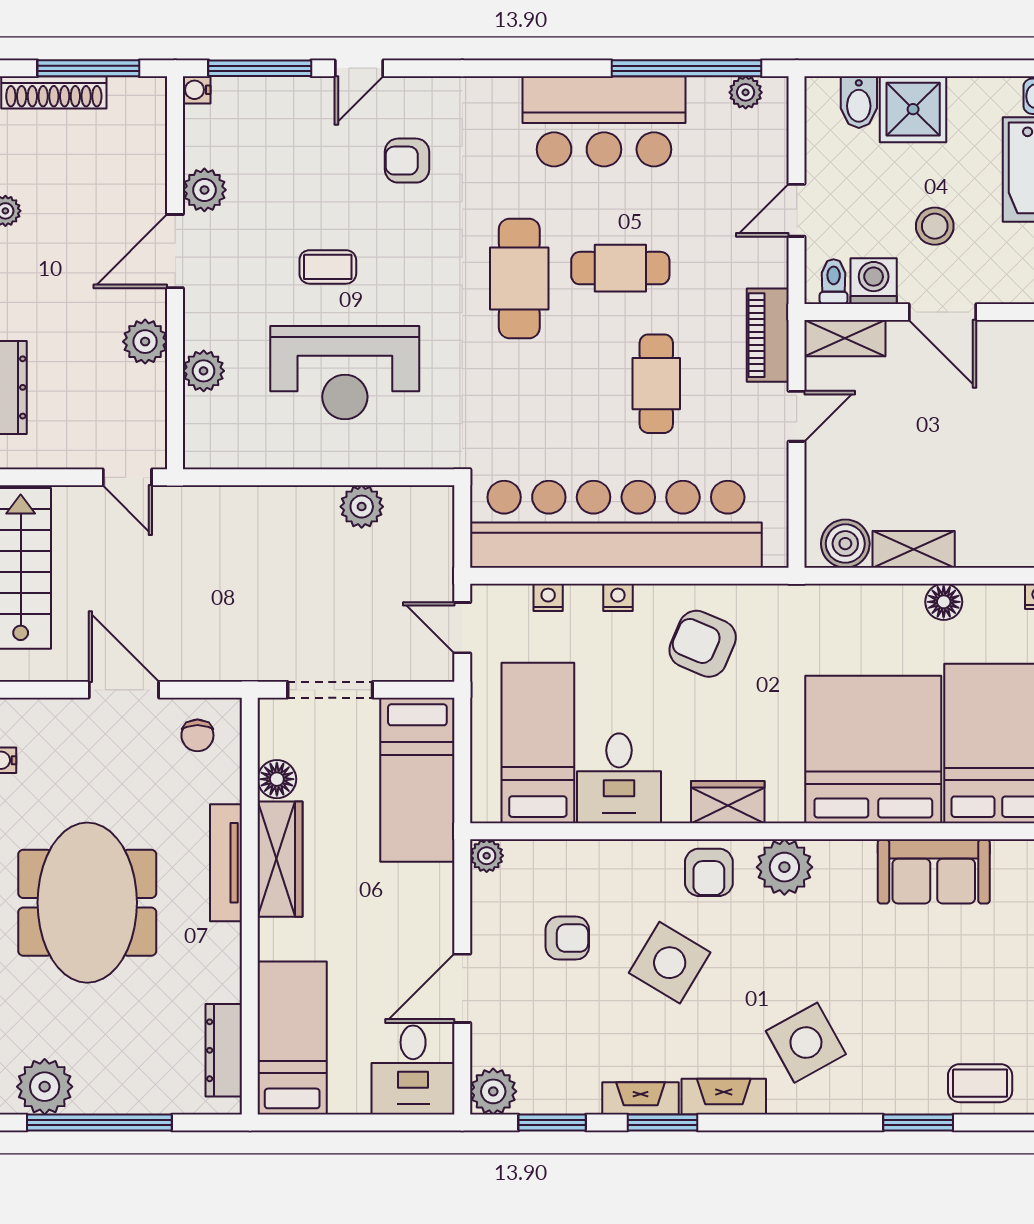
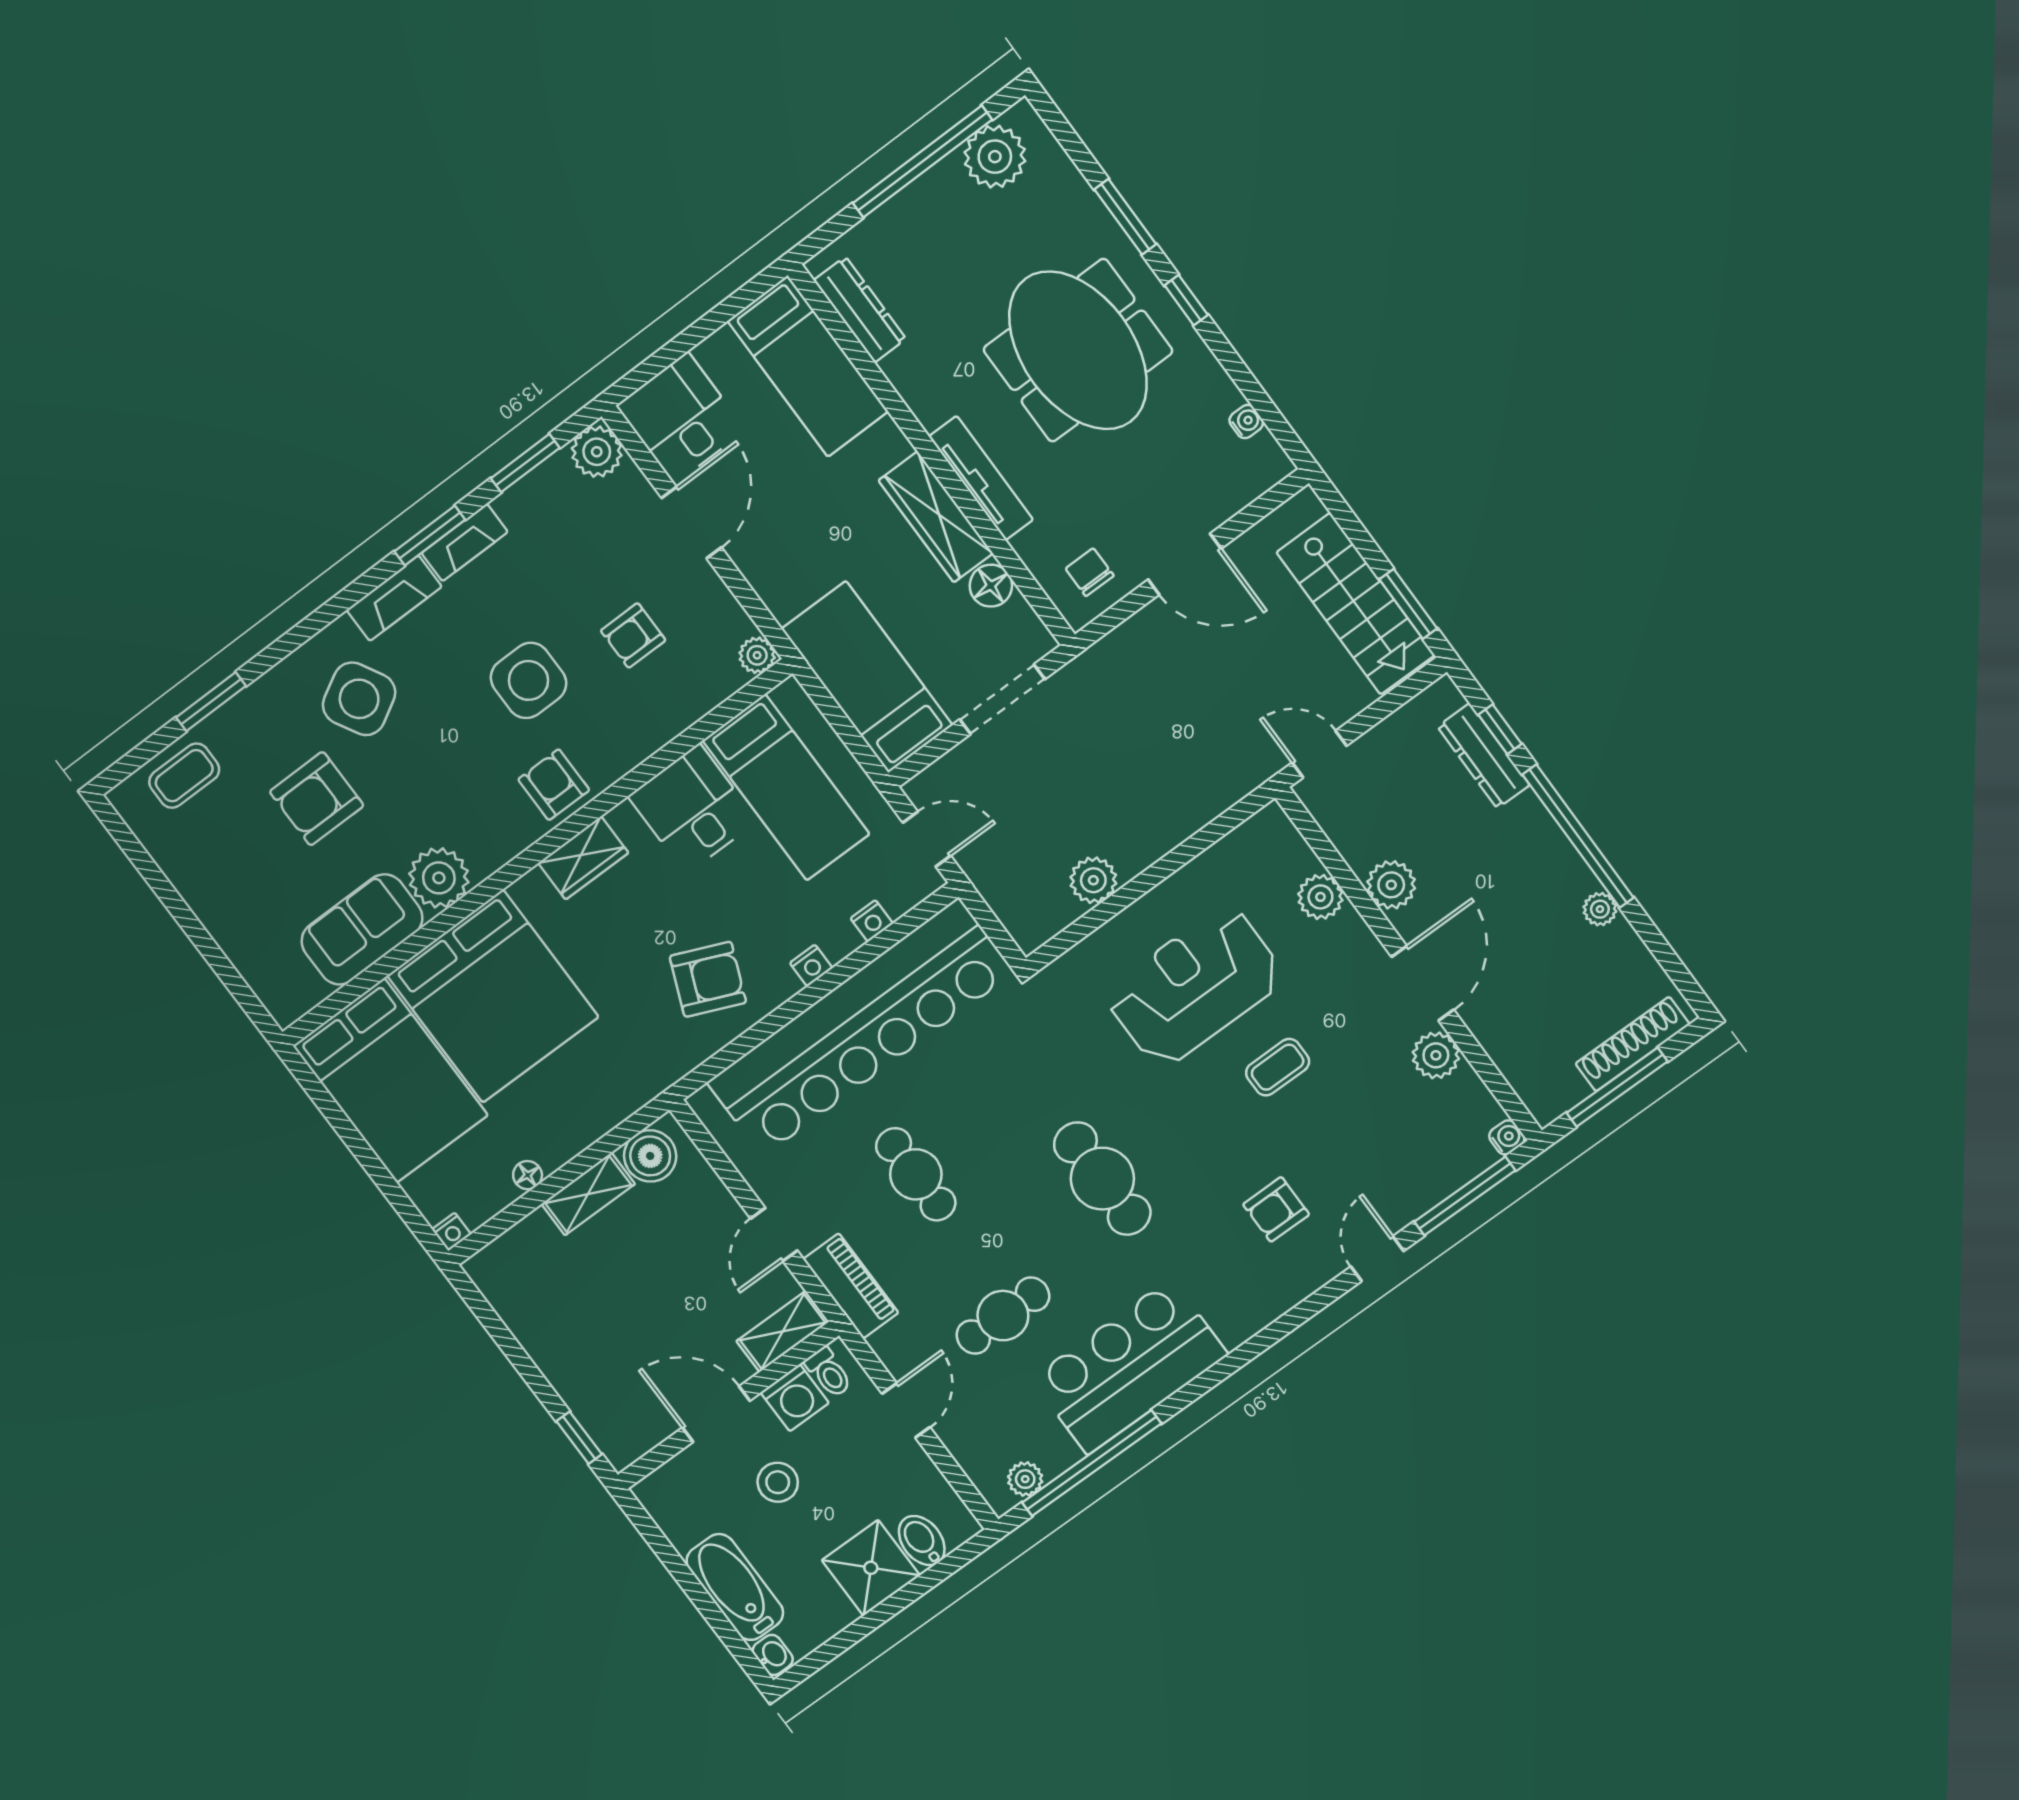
armchair: (407, 161) -> (1276, 1209), turned 180
cafe table: (620, 268) -> (1003, 1316), moved
floor lamp: (944, 602) -> (528, 1175), width x0.73, depth x0.73
plant: (784, 867) -> (439, 878), moved
side table: (670, 963) -> (529, 680), turned -31
armchair: (894, 993) -> (317, 799), added

